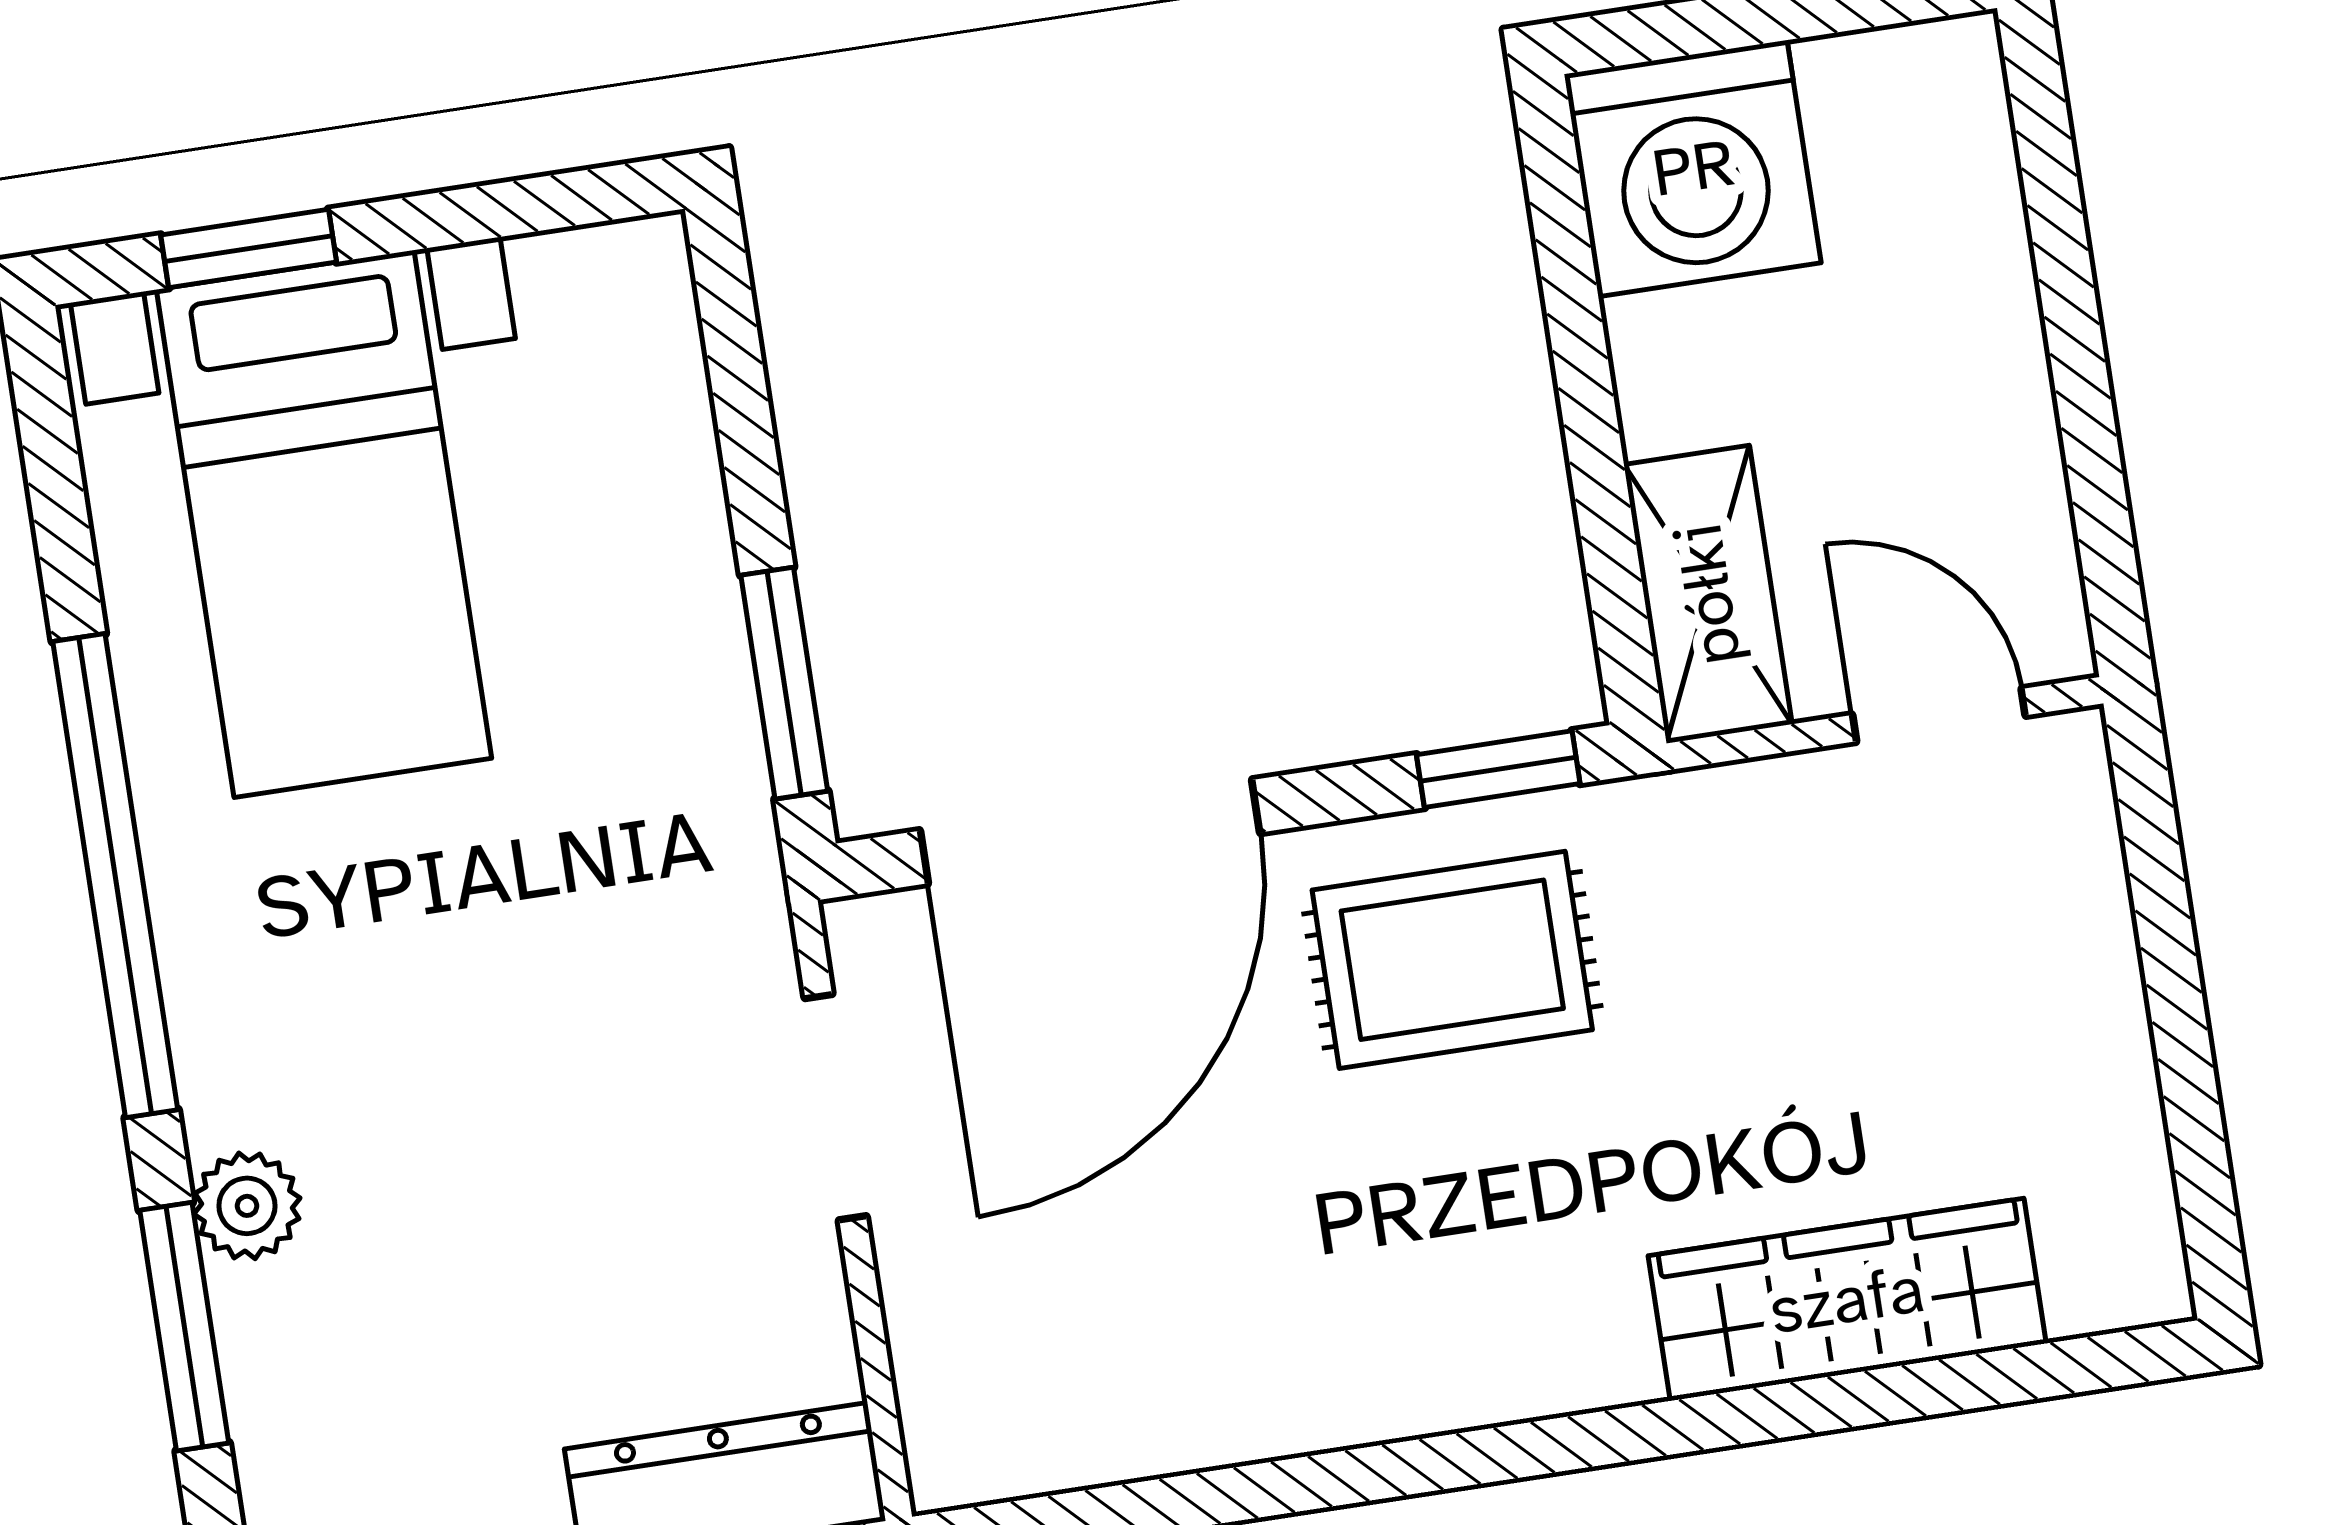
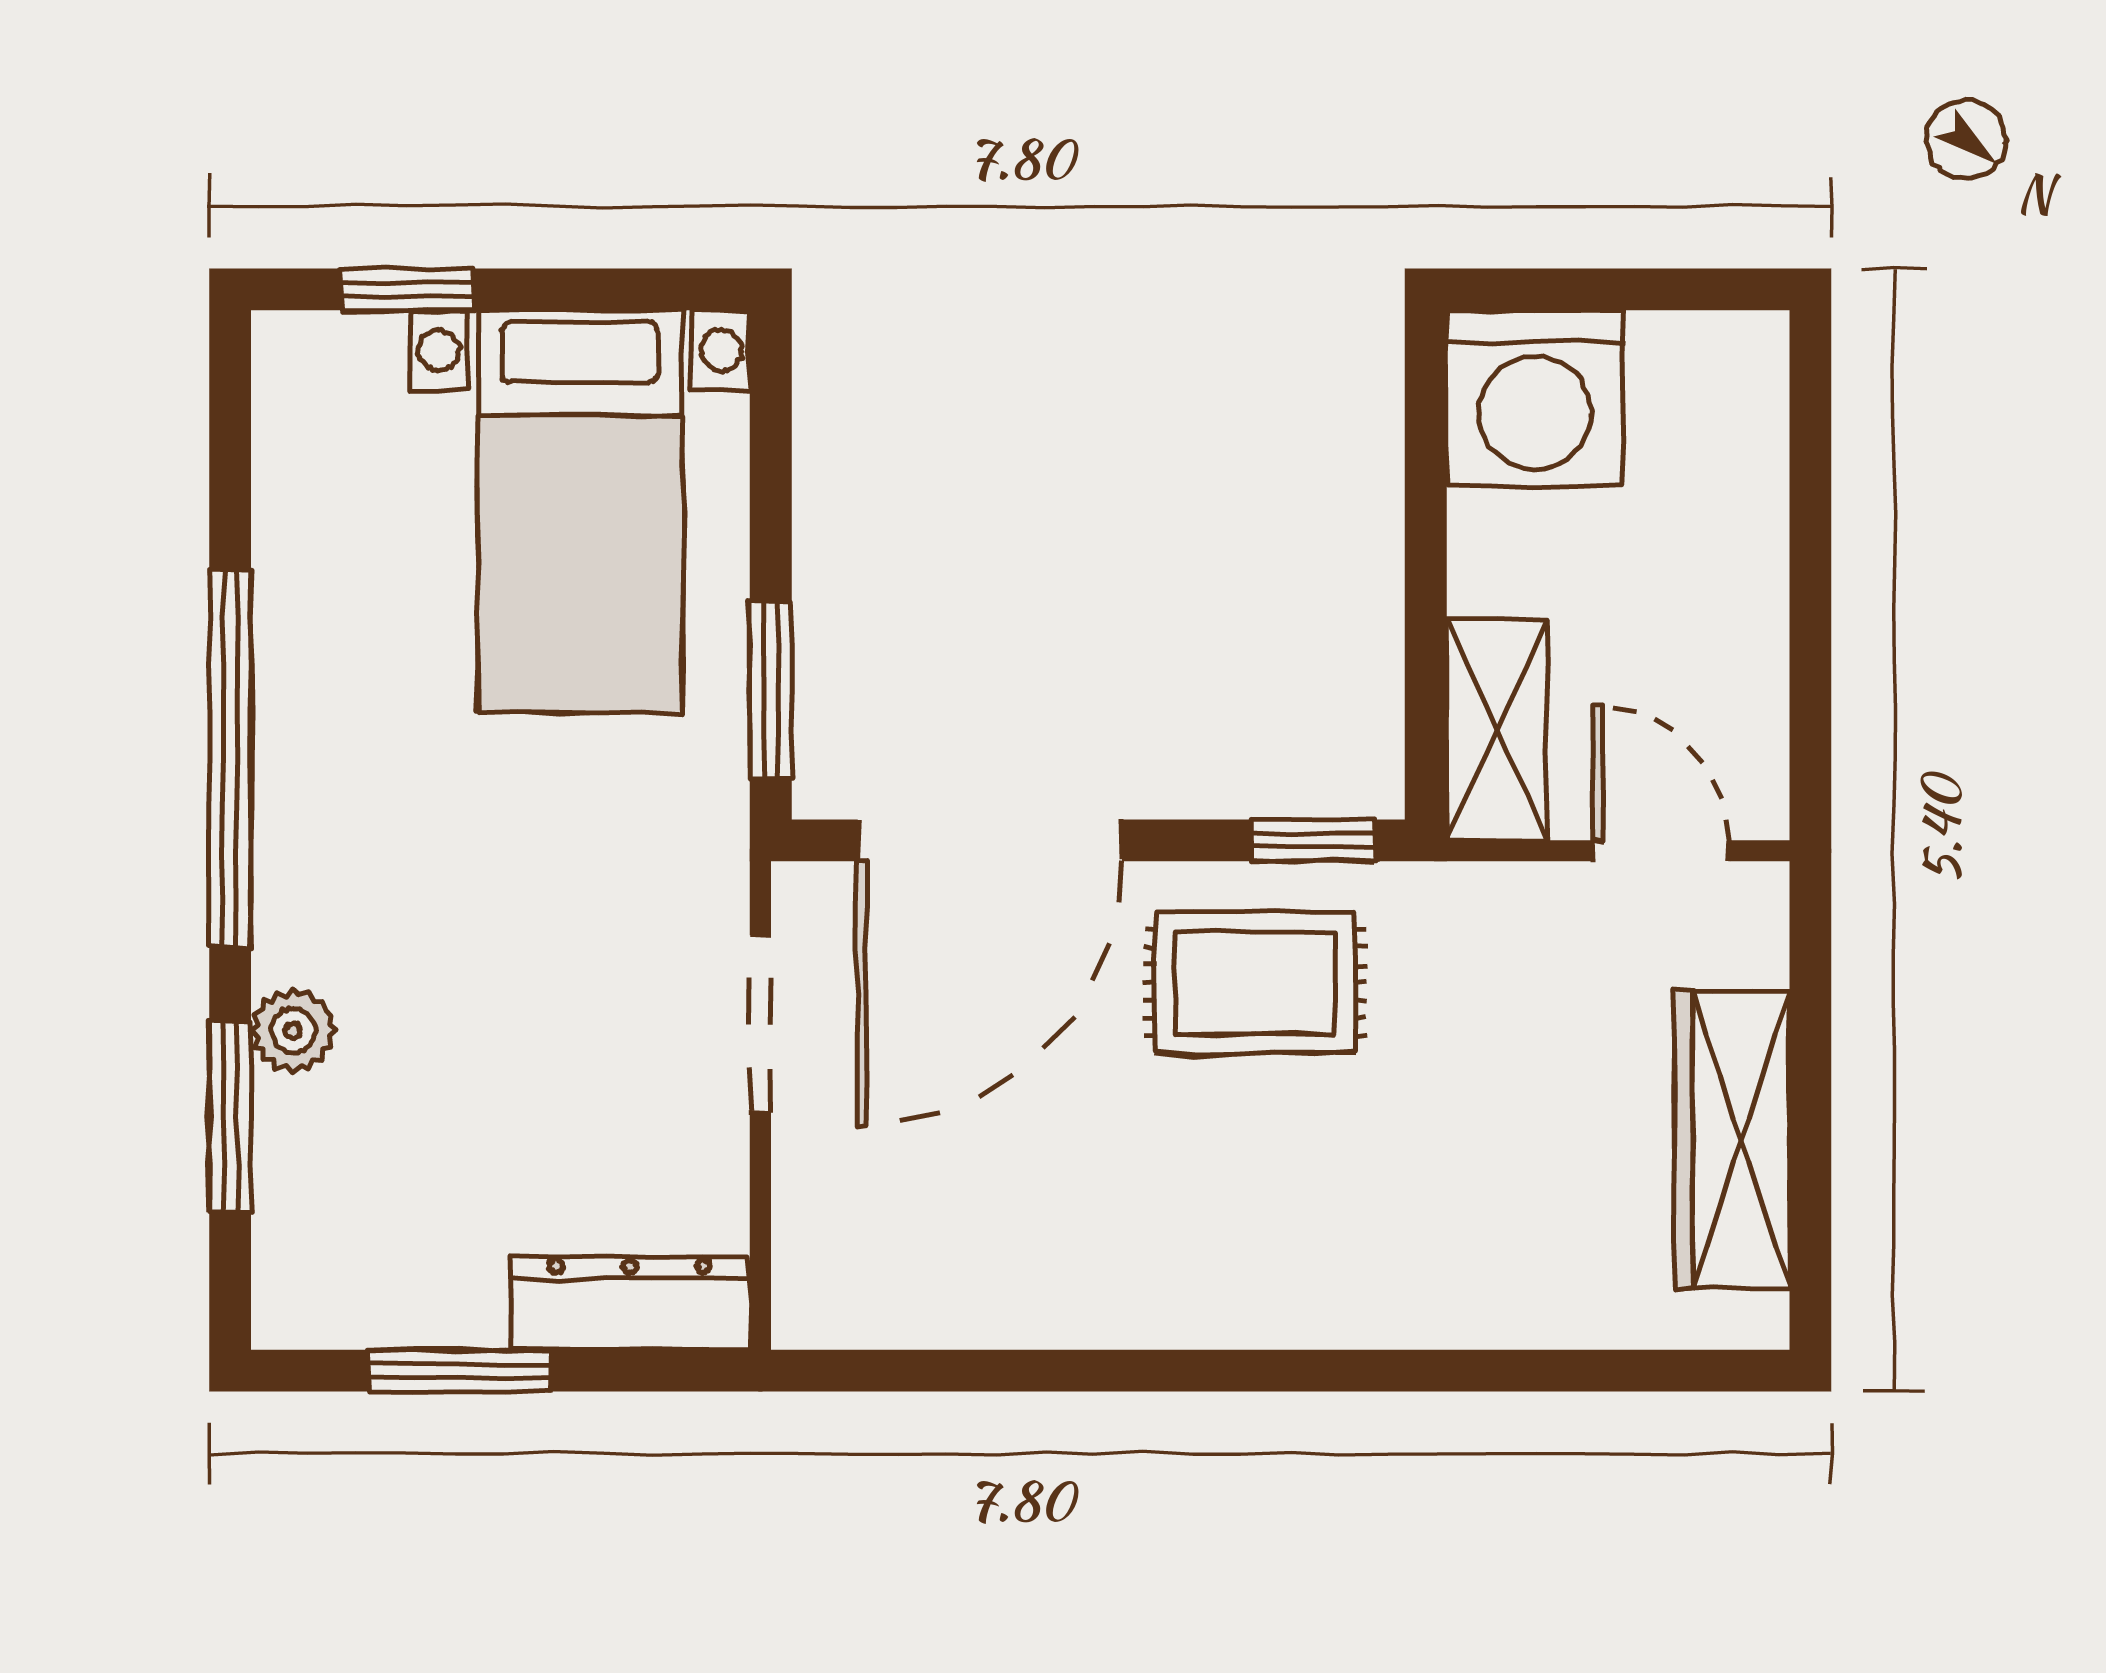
bed with nightstands: (324, 524) -> (580, 512), moved
wardrobe: (1847, 1300) -> (1732, 1140), moved, turned -90

